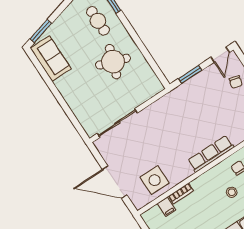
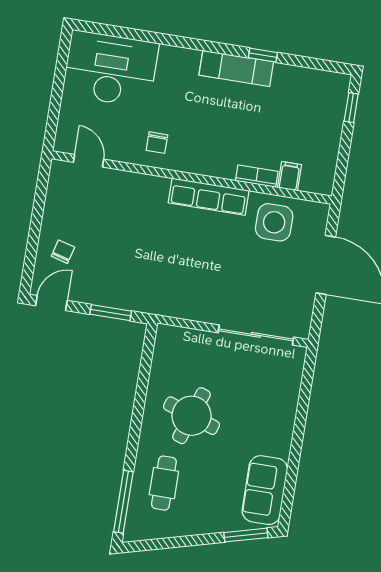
row of seats: (211, 154) -> (209, 197), moved
stool: (232, 192) -> (193, 120), removed

